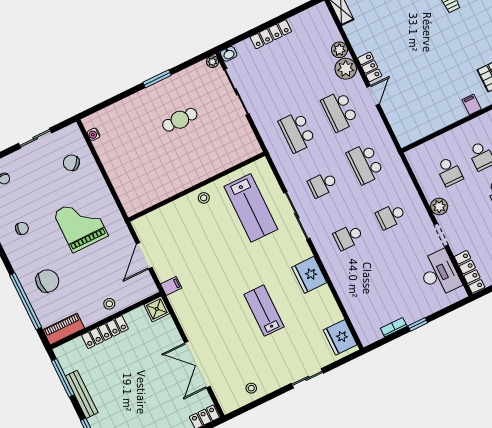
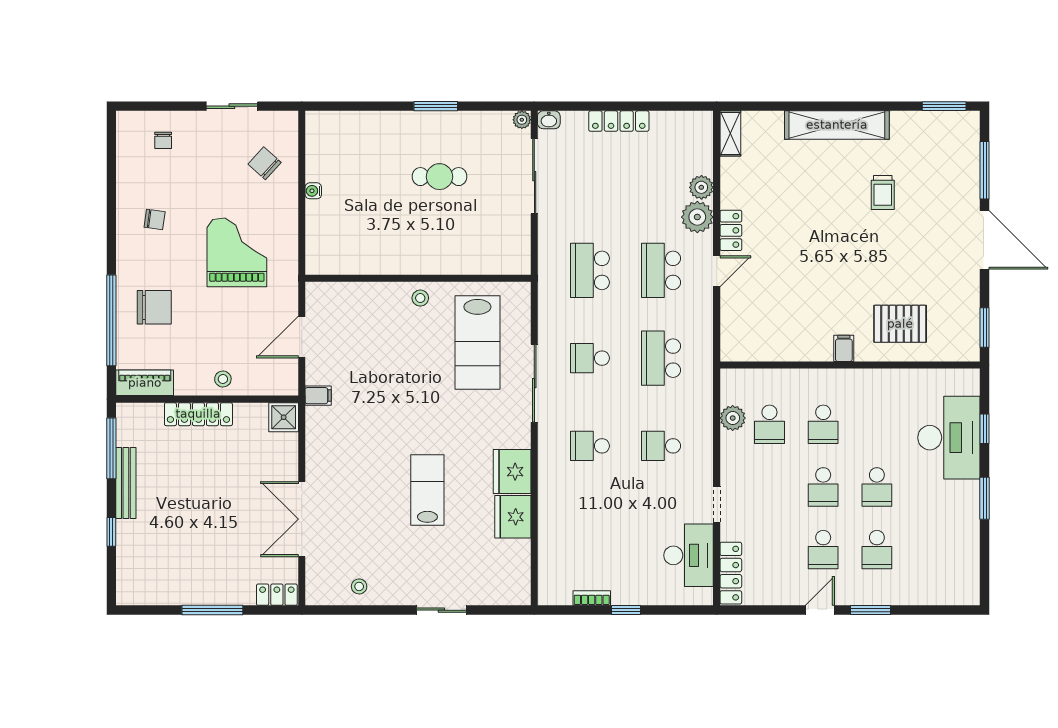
water cooler: (94, 134) -> (313, 191), moved
plant: (439, 206) -> (733, 418), moved
fridge: (340, 337) -> (513, 517), moved

